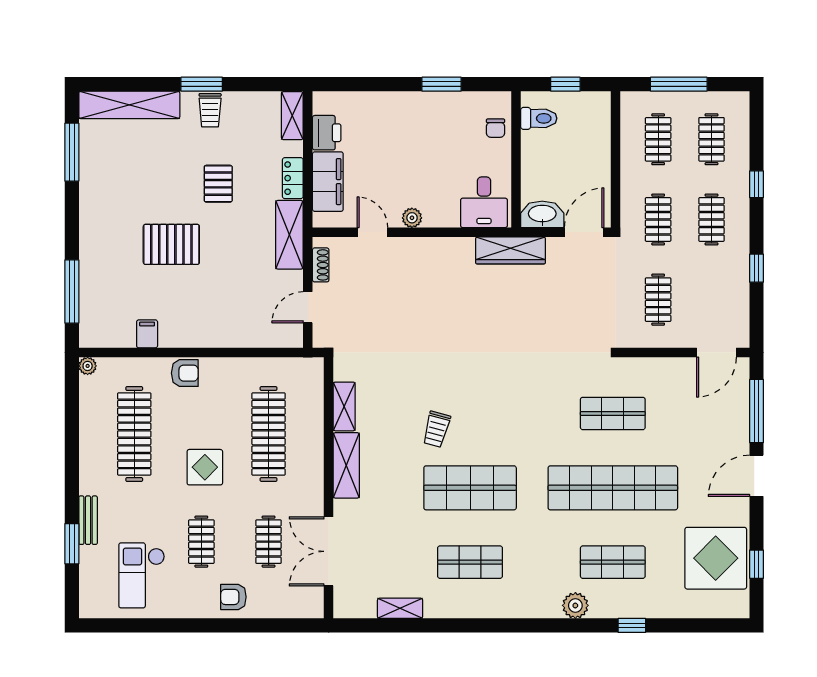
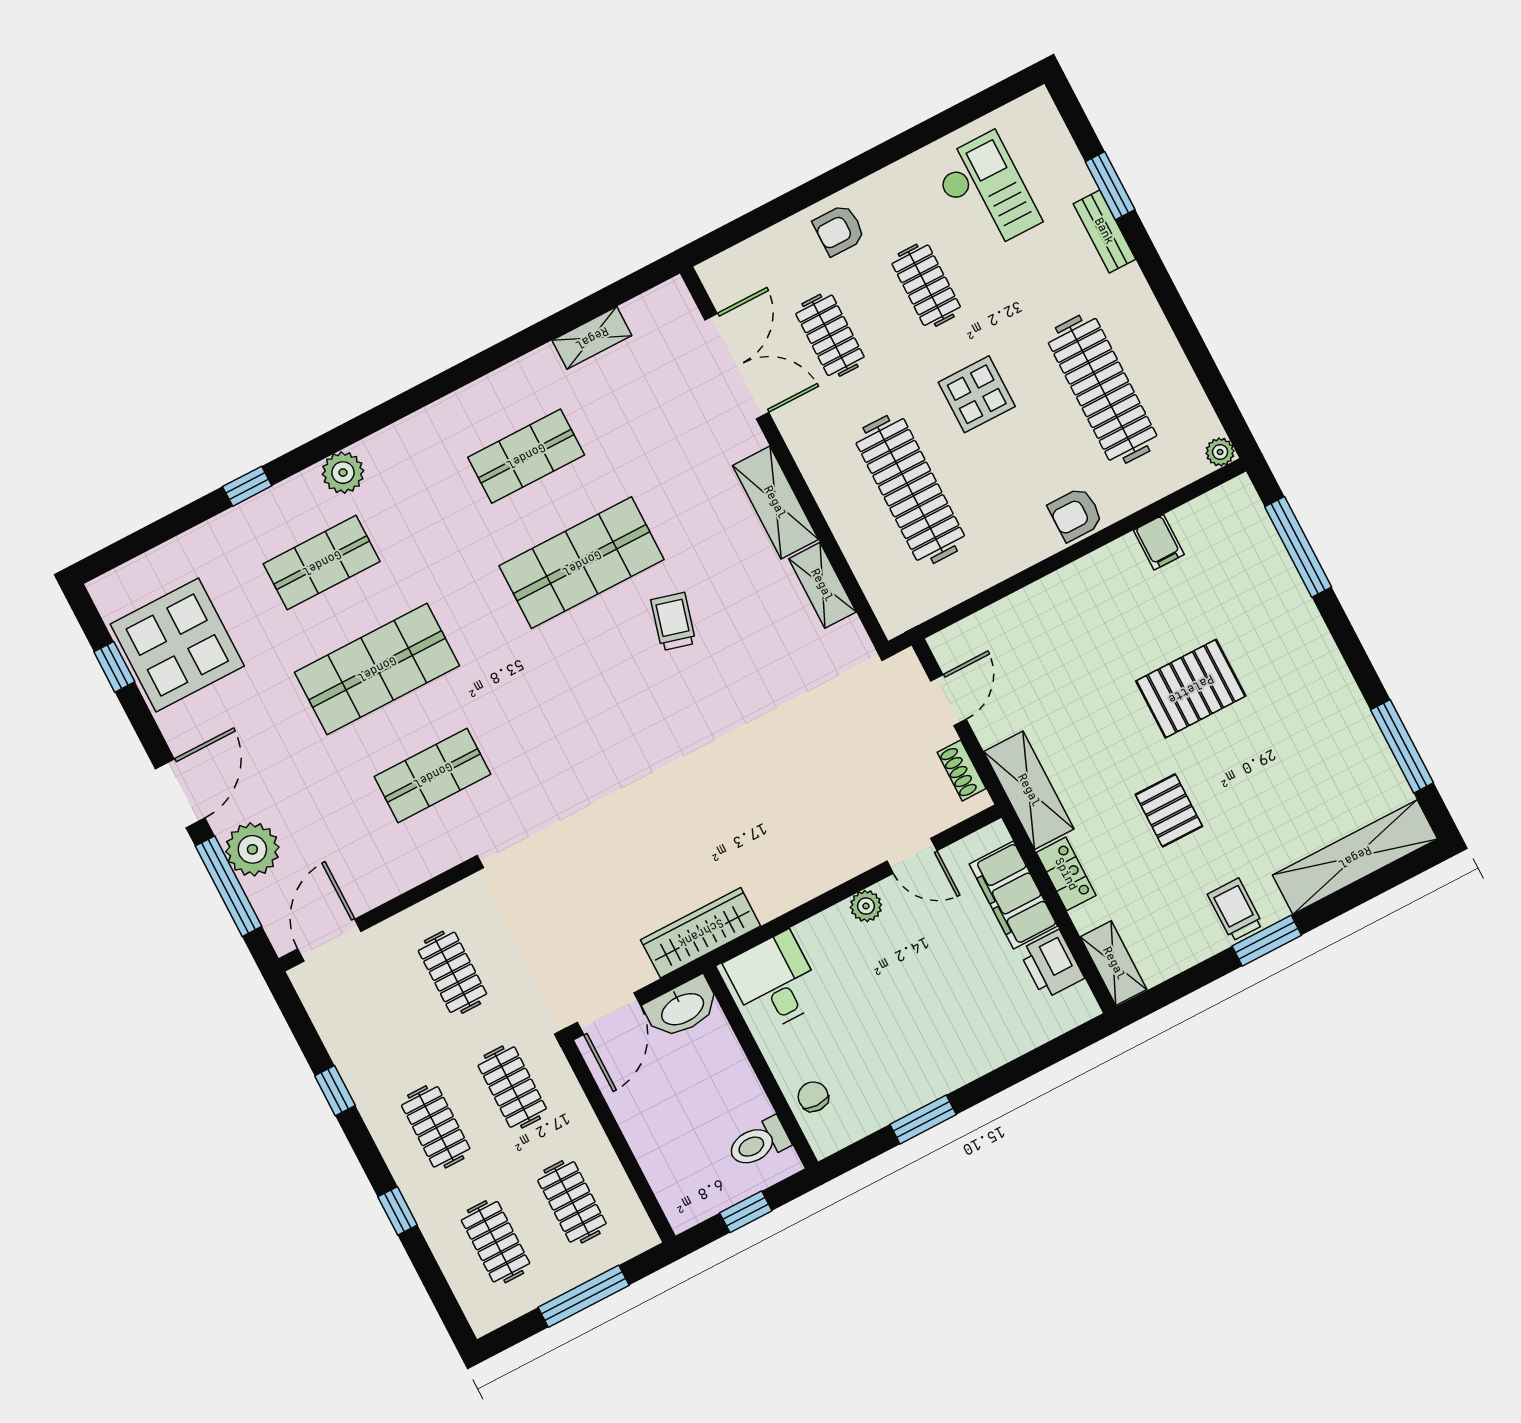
plant: (733, 424) -> (252, 849), added
shop shelf: (613, 488) -> (377, 669), width x0.71
armchair: (233, 597) -> (839, 230), turned 180

